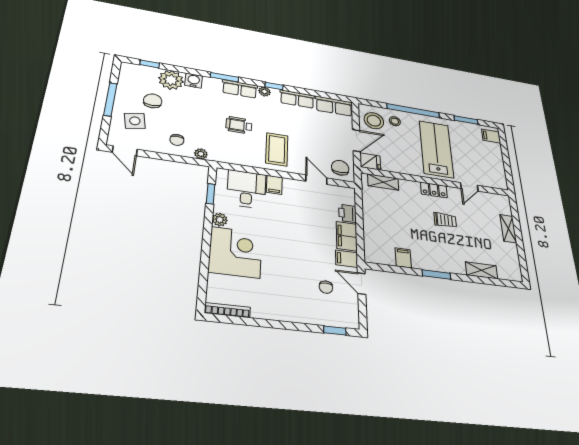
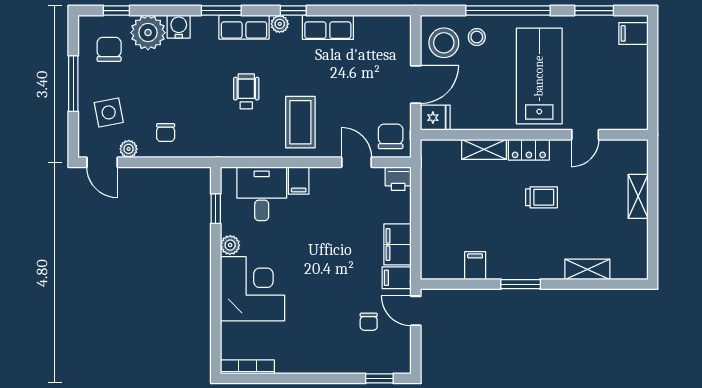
chair: (153, 101) -> (109, 49), moved
row of seats: (334, 106) -> (383, 29), removed
wheelchair: (239, 125) -> (246, 91), turned 90
plant: (201, 154) -> (129, 149), moved
shelving: (383, 182) -> (484, 149), moved
printer: (347, 213) -> (398, 179), moved, turned -90

